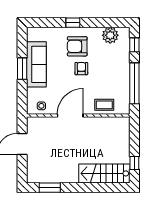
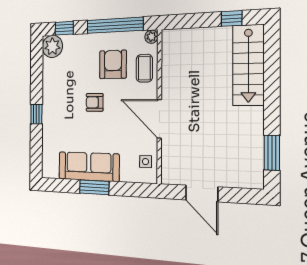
plant: (110, 35) -> (52, 46), moved
armchair: (77, 46) -> (113, 64), moved, turned 180
plant: (125, 110) -> (151, 37), added

